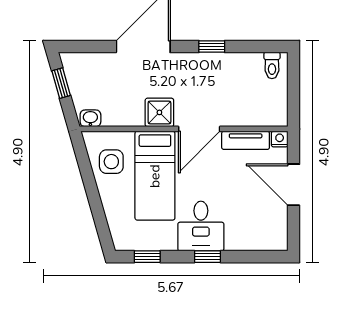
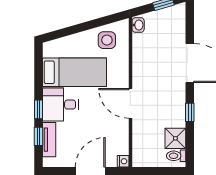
shower: (159, 112) -> (175, 138), moved
tv unit: (246, 140) -> (49, 140), moved, turned 180
bed: (155, 176) -> (75, 72), moved, turned 180
window: (147, 257) -> (38, 136), moved

